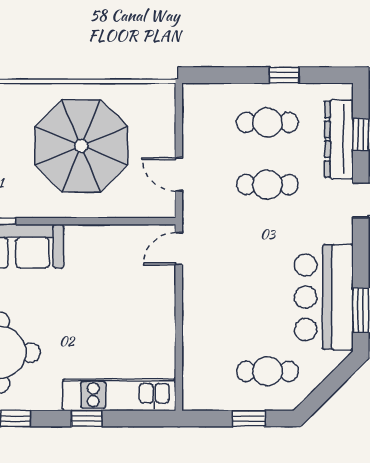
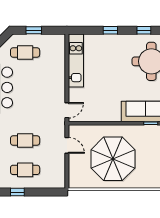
kitchen unit: (119, 395) -> (76, 61), moved, turned -90

